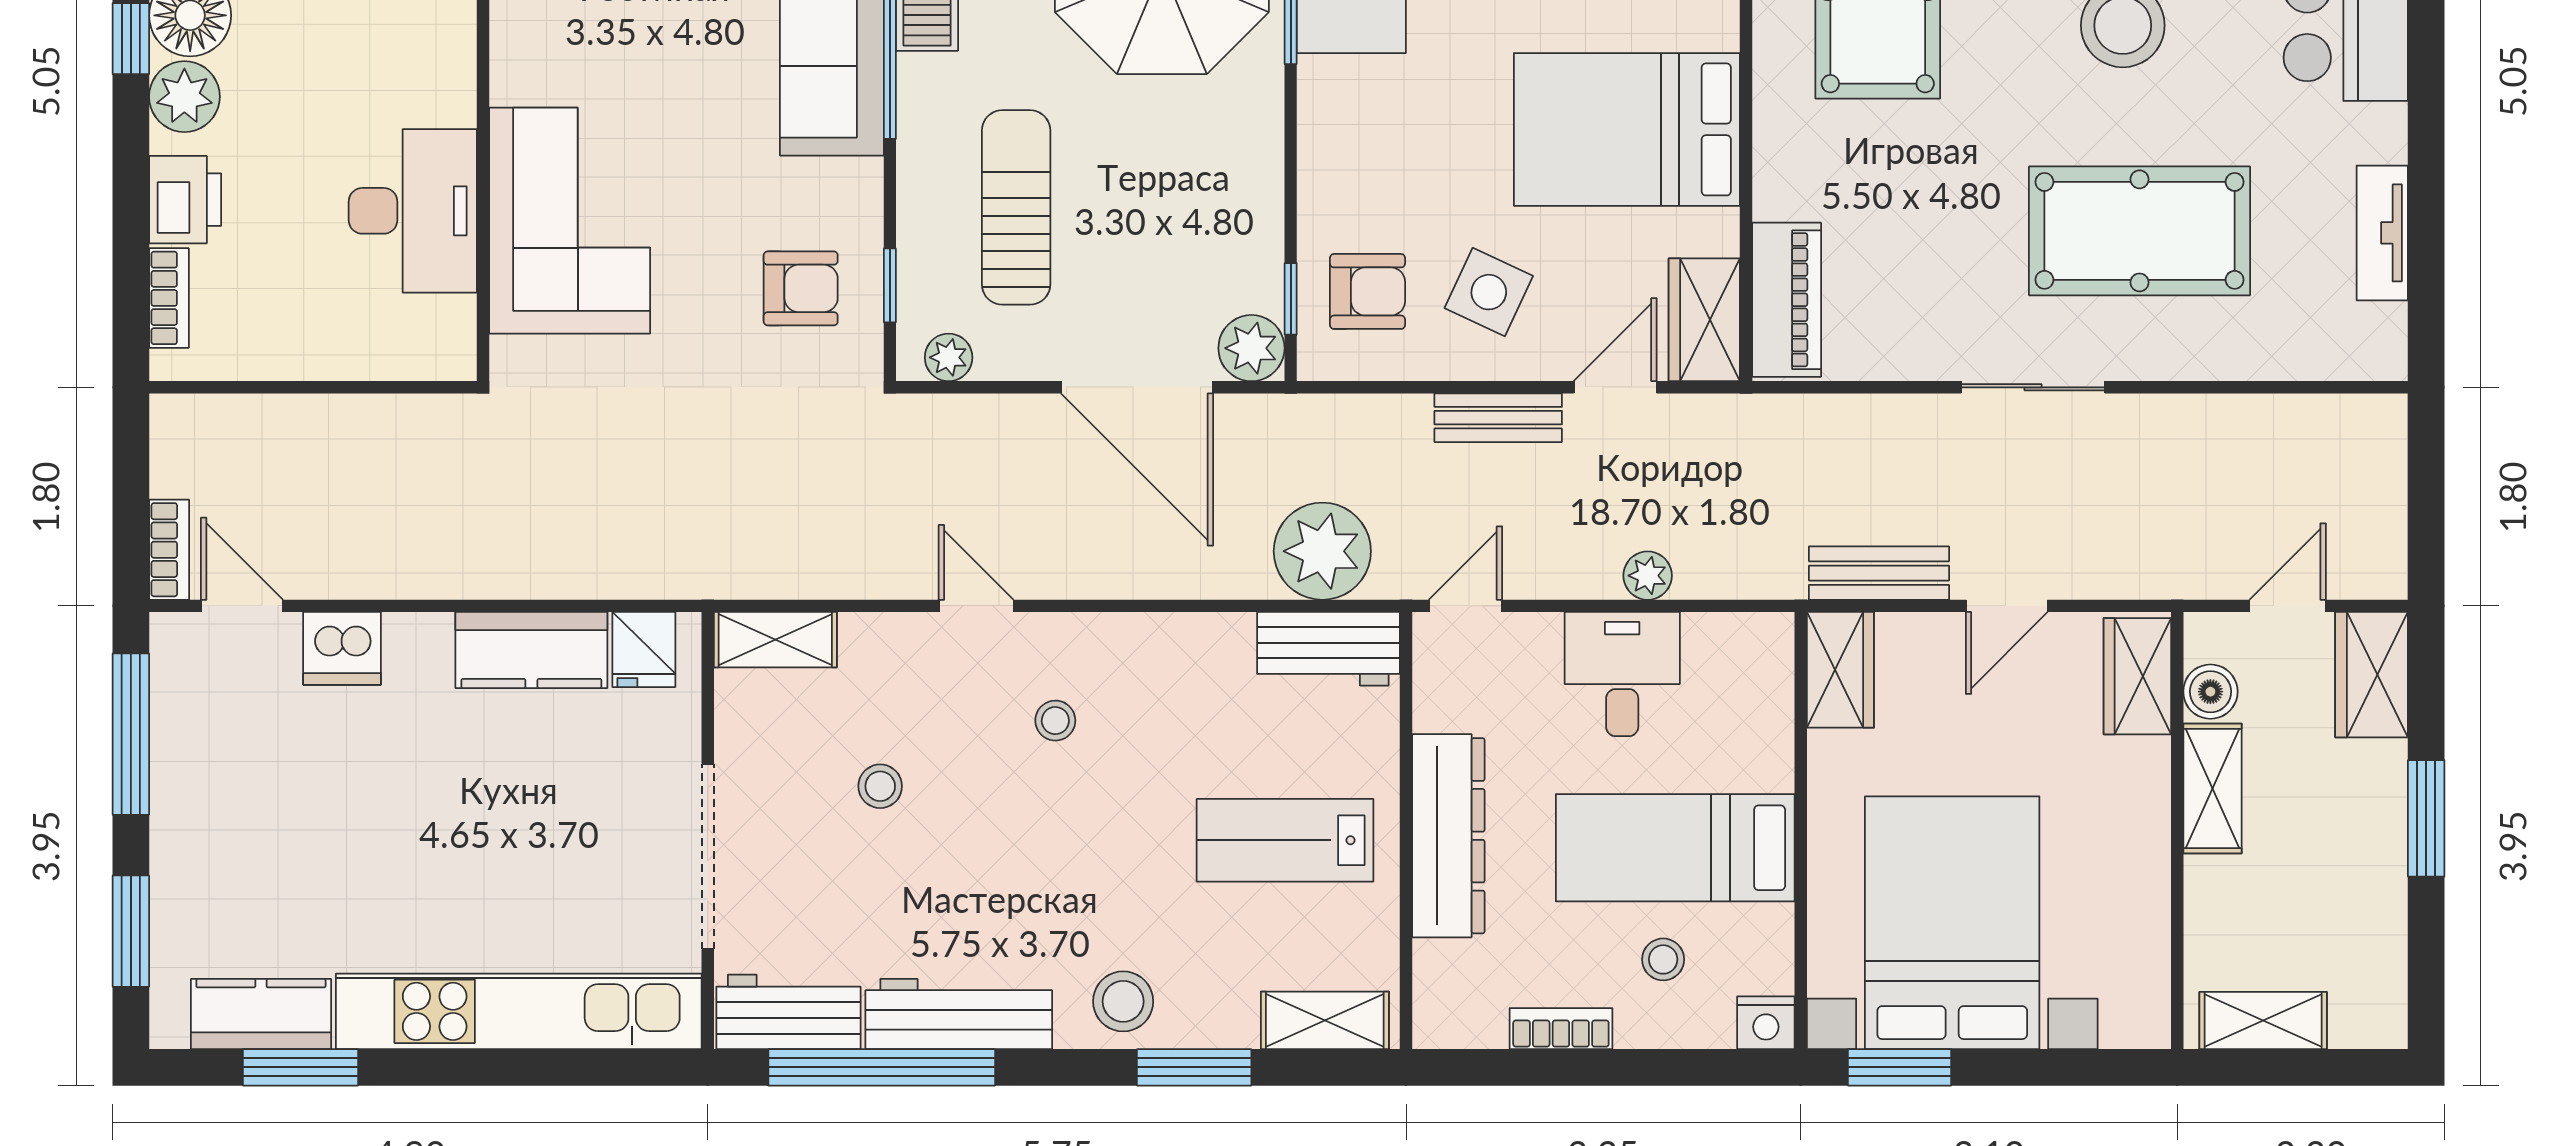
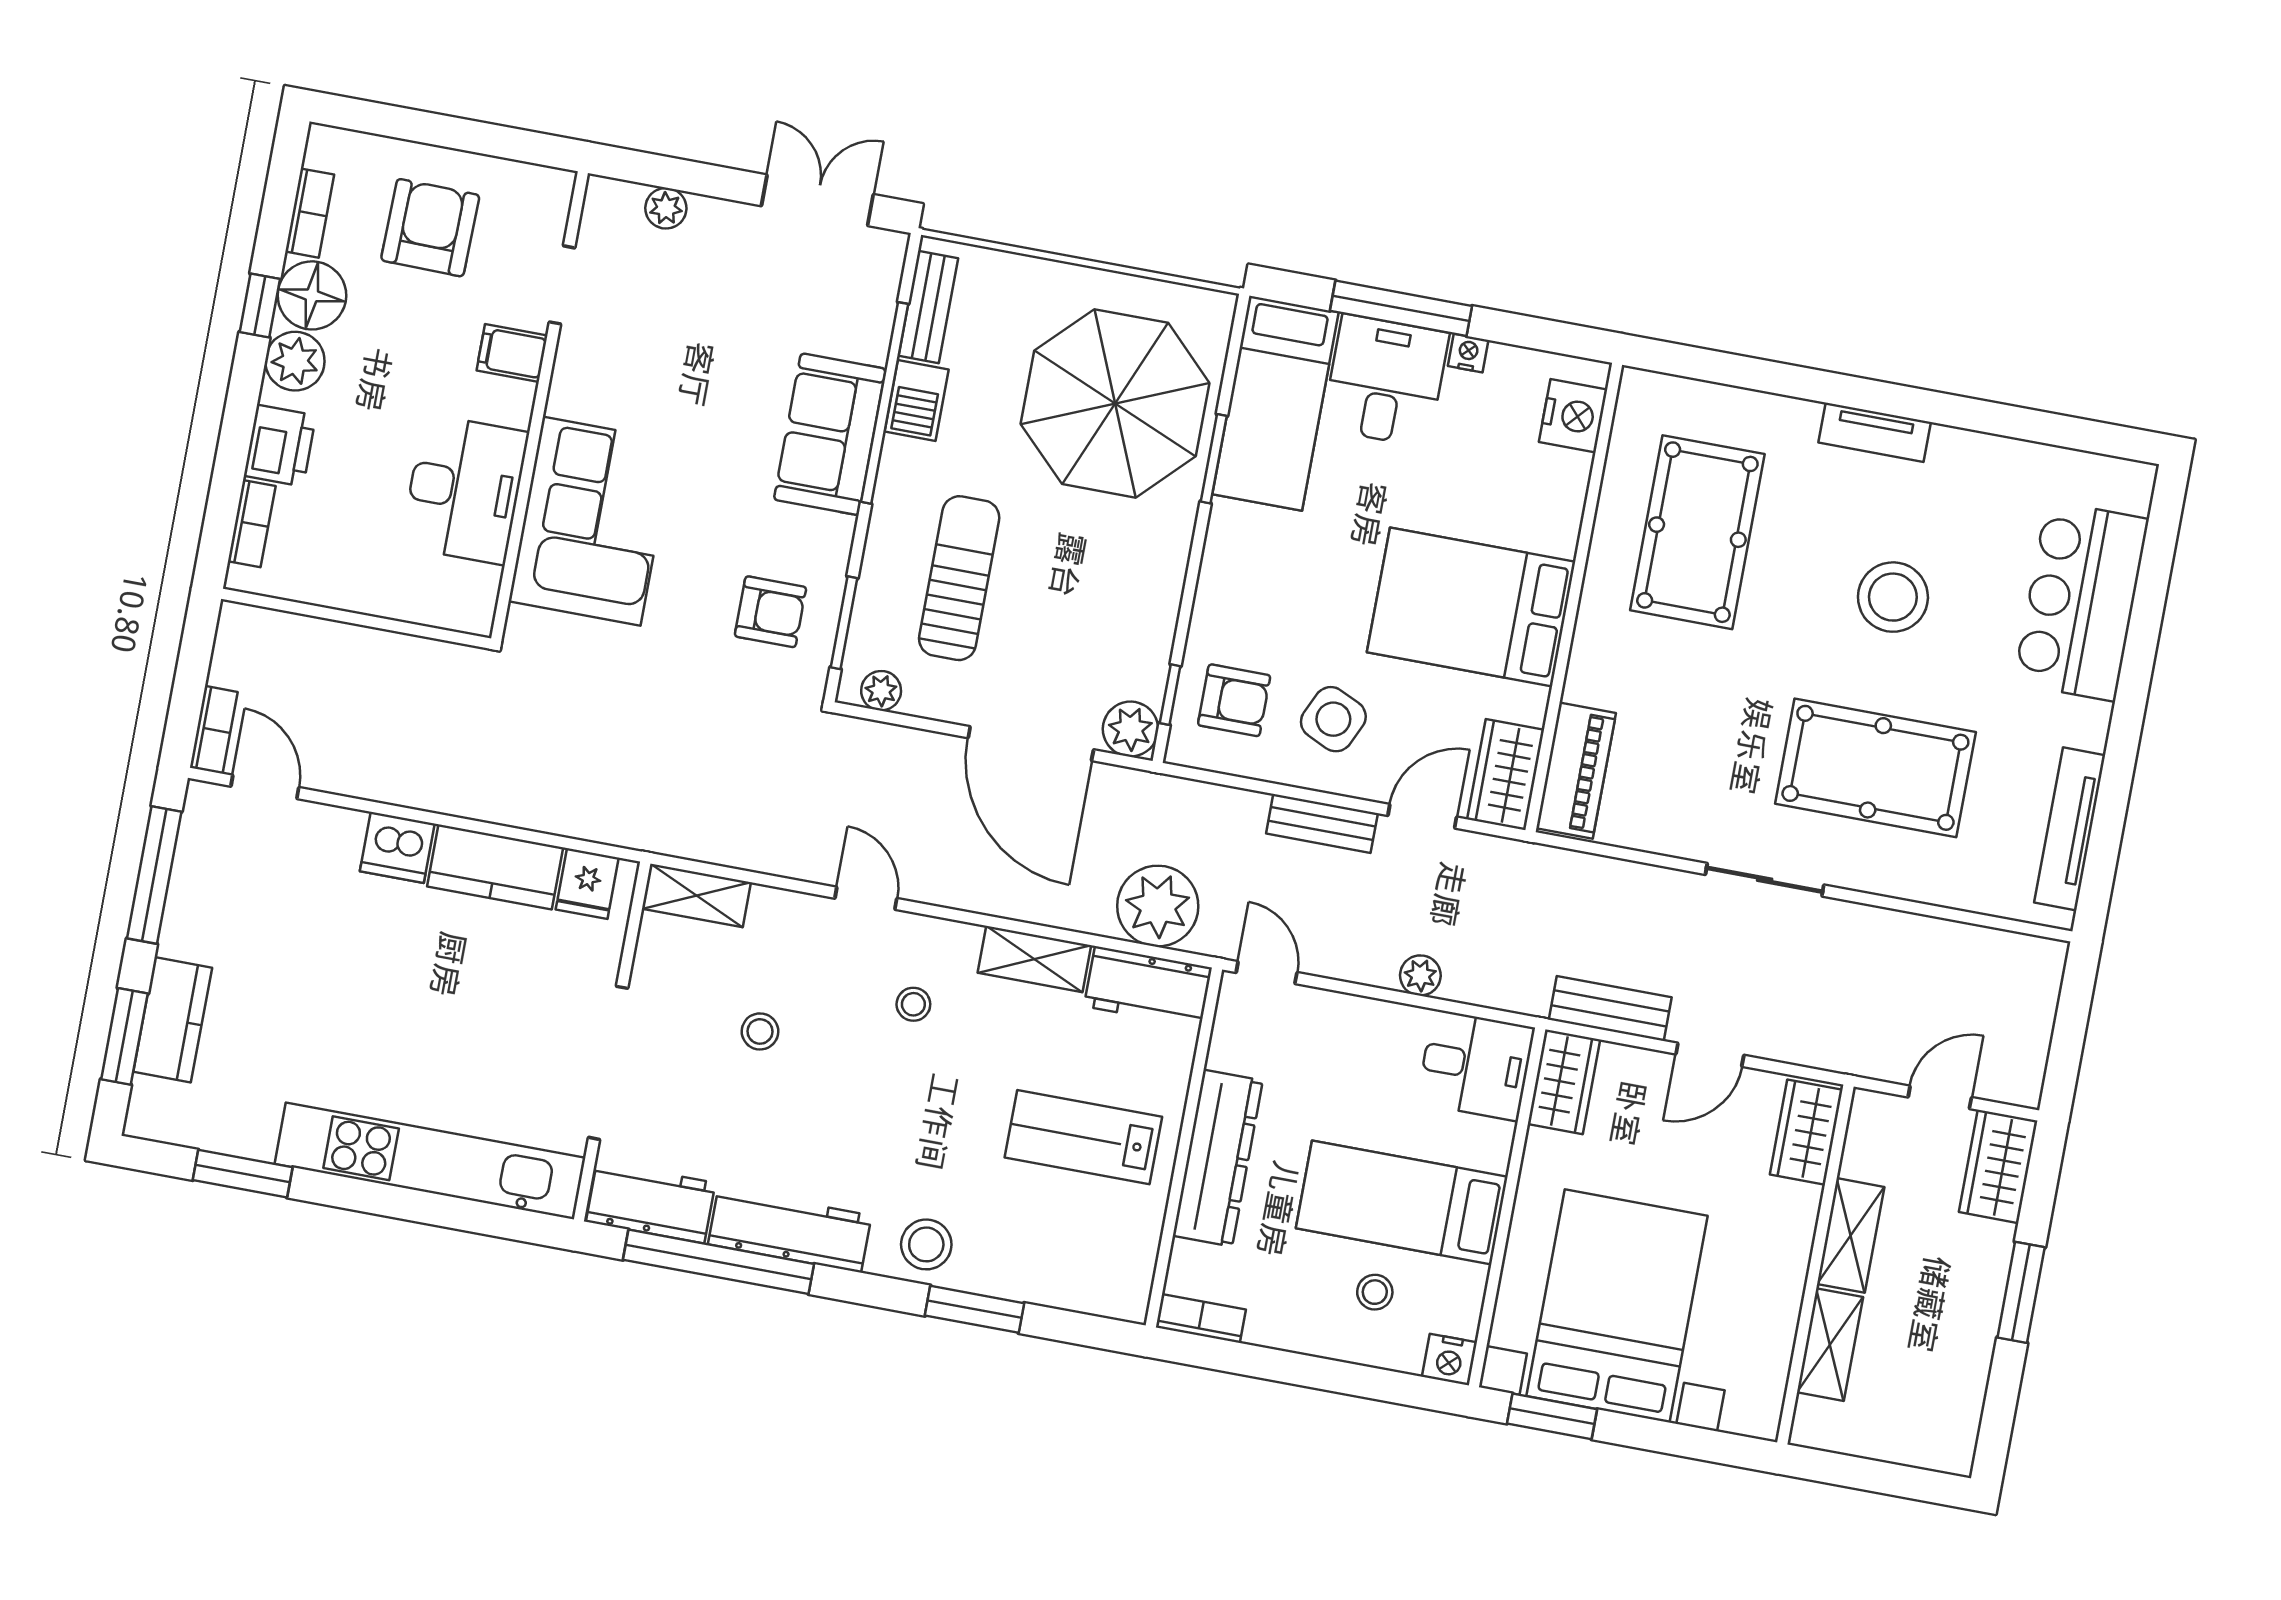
filing cabinet: (439, 39) -> (512, 353), added
tv unit: (2382, 233) -> (2070, 829), width x1.41
window: (890, 285) -> (844, 623), width x1.50
door: (1465, 606) -> (1267, 973), hinge flipped
dishwasher: (342, 648) -> (397, 847), moved
desk: (1622, 674) -> (1476, 1065), moved, turned 90
boiler: (2210, 692) -> (1864, 1156), removed
kitchen counter: (261, 1014) -> (173, 1020), moved, turned 90
shelving: (1325, 1020) -> (1034, 959), moved
shelving: (2263, 1021) -> (1830, 1345), moved, turned 90
bookcase: (1561, 1029) -> (1201, 1318), moved

